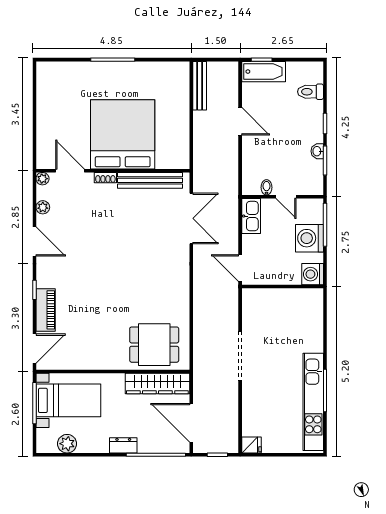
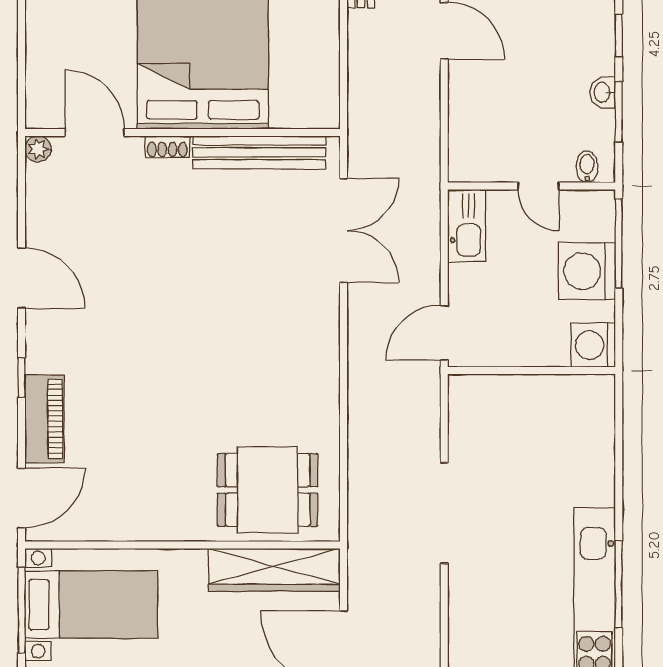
bidet: (267, 187) -> (587, 167), moved
plant: (43, 207) -> (39, 208), removed
door: (240, 268) -> (444, 333), hinge flipped

